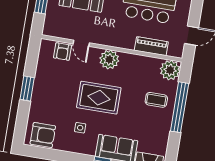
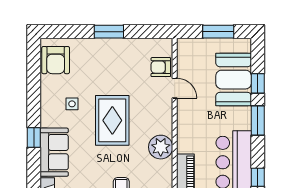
door: (81, 43) -> (175, 88), swing flipped
plant: (109, 60) -> (161, 147), moved

